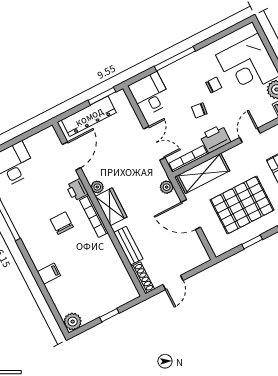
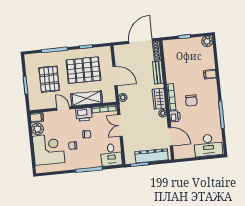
door: (250, 135) -> (63, 109), swing flipped
door: (72, 156) -> (170, 137), swing flipped
shelving: (203, 173) -> (87, 98), moved
door: (173, 283) -> (141, 41), width x1.88

